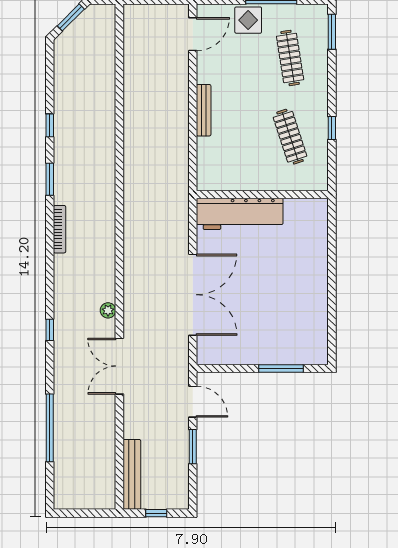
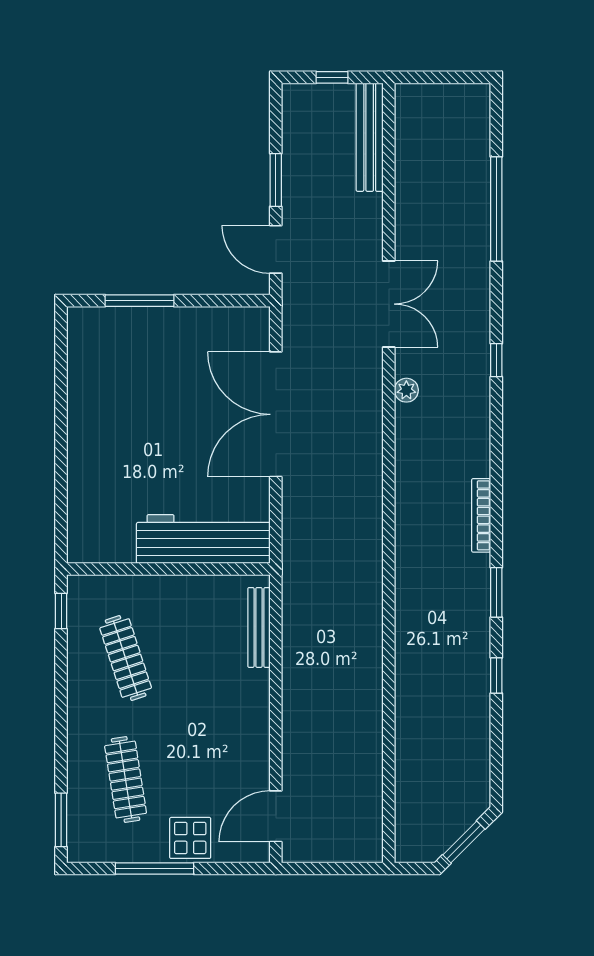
bench: (204, 110) -> (259, 627), moved
window: (332, 128) -> (61, 611), moved

